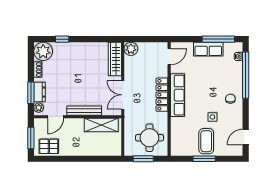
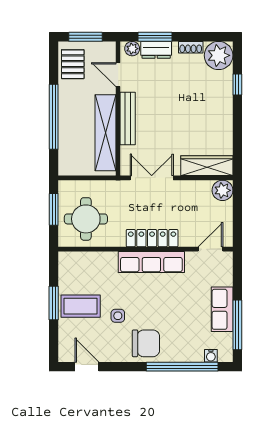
door: (169, 57) -> (211, 249), swing flipped
chair: (230, 99) -> (146, 343), width x1.87, depth x1.87
shelving: (101, 125) -> (105, 133), width x1.47
window: (83, 159) -> (54, 117), added

